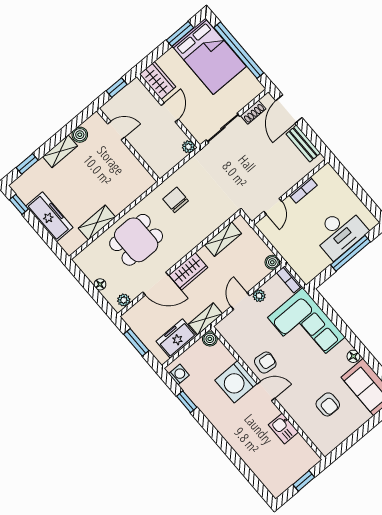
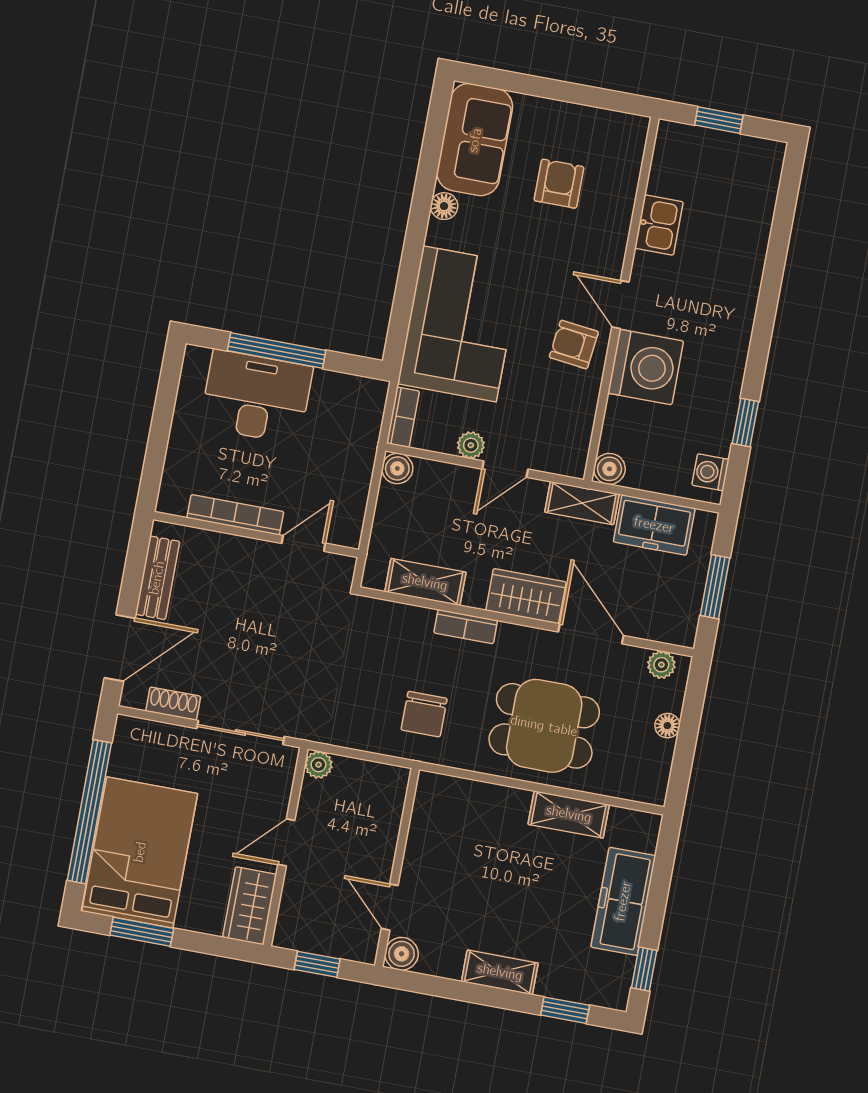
boiler: (80, 135) -> (402, 954), moved
bookcase: (303, 190) -> (235, 515), width x1.56
bookcase: (195, 241) -> (466, 627), added

